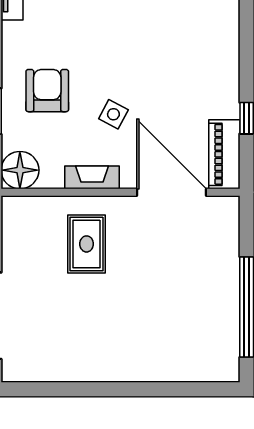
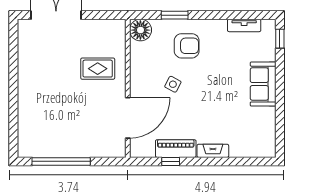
piano: (224, 154) -> (176, 149), moved
fireplace: (92, 177) -> (213, 151), moved, turned -90

